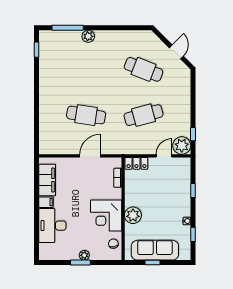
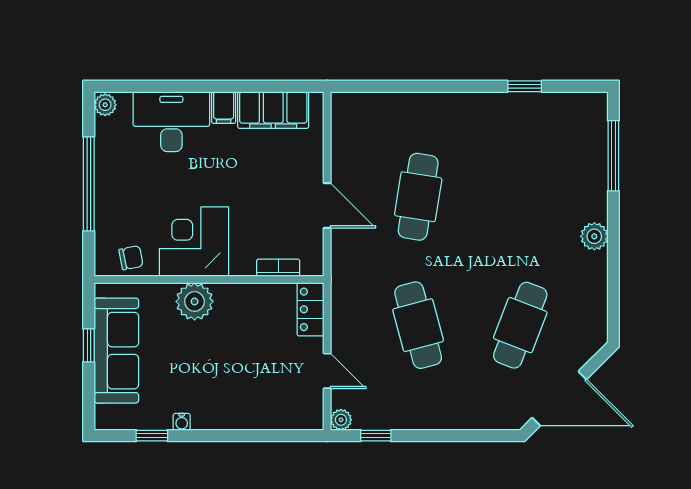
plant: (88, 36) -> (594, 236), moved
window: (37, 50) -> (525, 86), moved
door: (176, 52) -> (559, 399), width x1.87
plant: (182, 146) -> (341, 420), width x0.53, depth x0.53
window: (193, 190) -> (250, 436), removed
plant: (84, 255) -> (105, 105), moved
window: (80, 263) -> (89, 184), width x2.11

